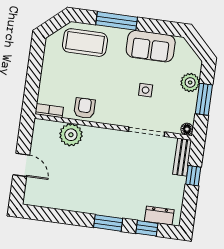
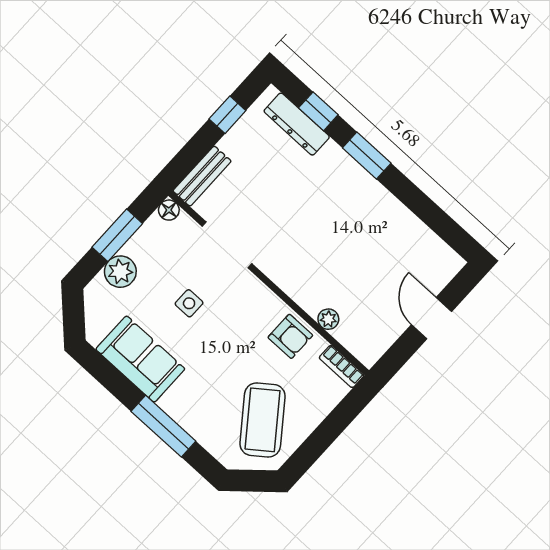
coffee table: (85, 43) -> (262, 420), moved, turned 53
armchair: (85, 108) -> (290, 336), turned -90
plant: (71, 135) -> (328, 319), width x0.53, depth x0.53
window: (193, 176) -> (227, 115), moved
dresser: (159, 216) -> (297, 124), width x1.44

